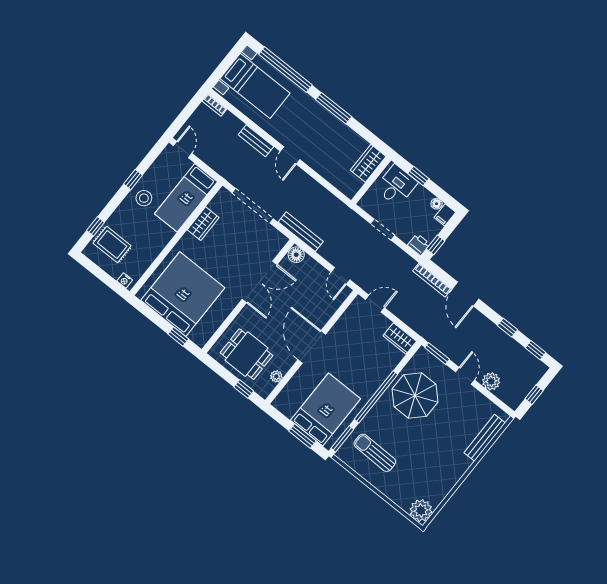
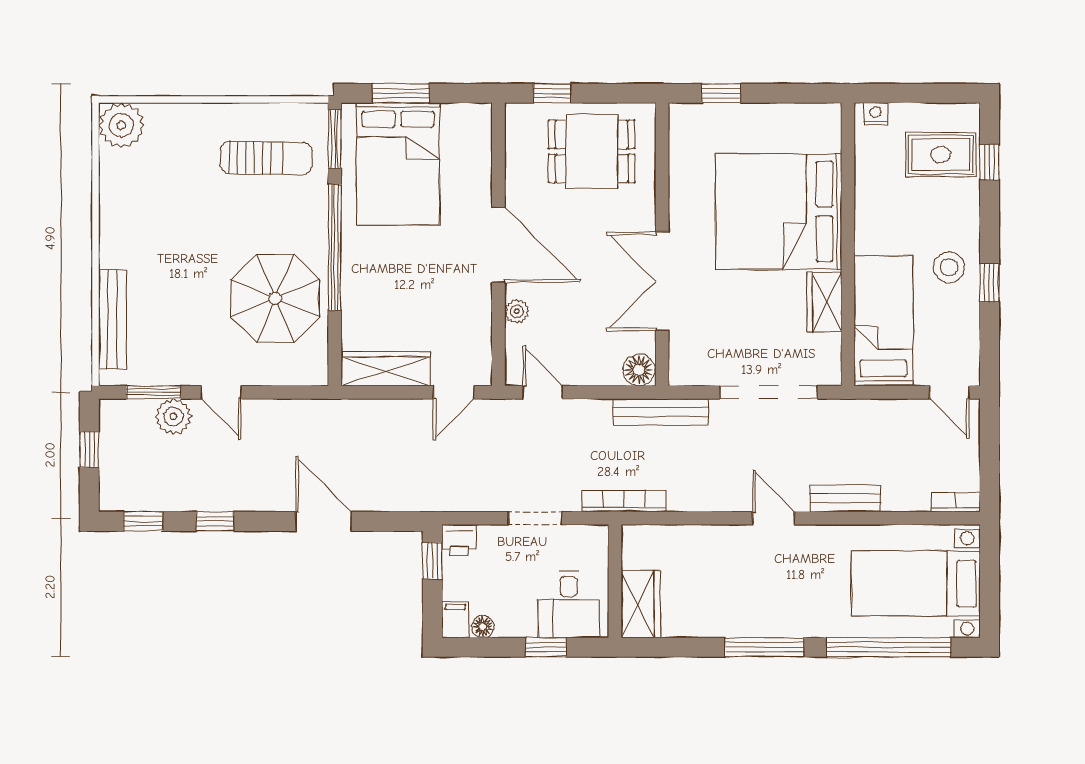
bookcase: (432, 280) -> (624, 501), moved
bed: (183, 294) -> (779, 211), moved, turned 90
wardrobe: (400, 339) -> (386, 369), width x1.50
window: (437, 353) -> (153, 392), moved
plant: (276, 376) -> (517, 311), moved

